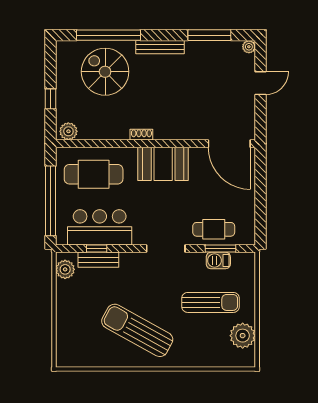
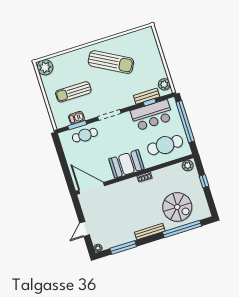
plant: (243, 336) -> (45, 67), moved

